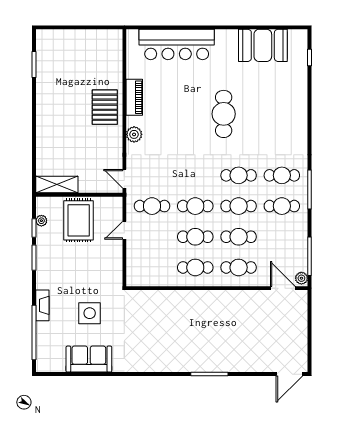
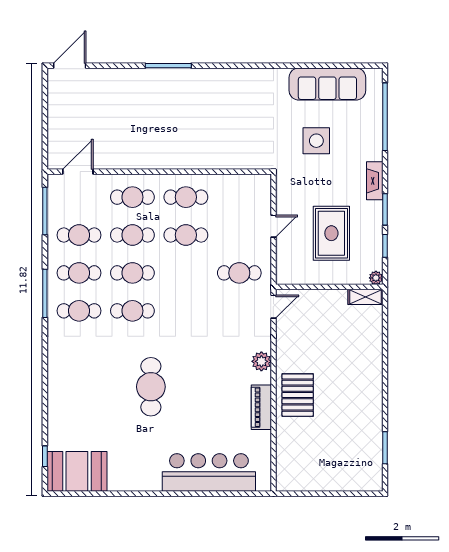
booth: (263, 45) -> (77, 471), moved
door: (124, 179) -> (273, 307), hinge flipped
shelving: (57, 185) -> (366, 297), width x0.67, depth x0.75
cafe table: (195, 206) -> (79, 235), moved
rug: (79, 220) -> (331, 233), moved
plant: (41, 221) -> (376, 278), moved
door: (124, 230) -> (273, 226), moved
plant: (301, 278) -> (55, 184), removed
door: (283, 288) -> (78, 172), swing flipped
fireplace: (42, 305) -> (375, 181), moved
sofa: (89, 359) -> (327, 84), width x1.36

